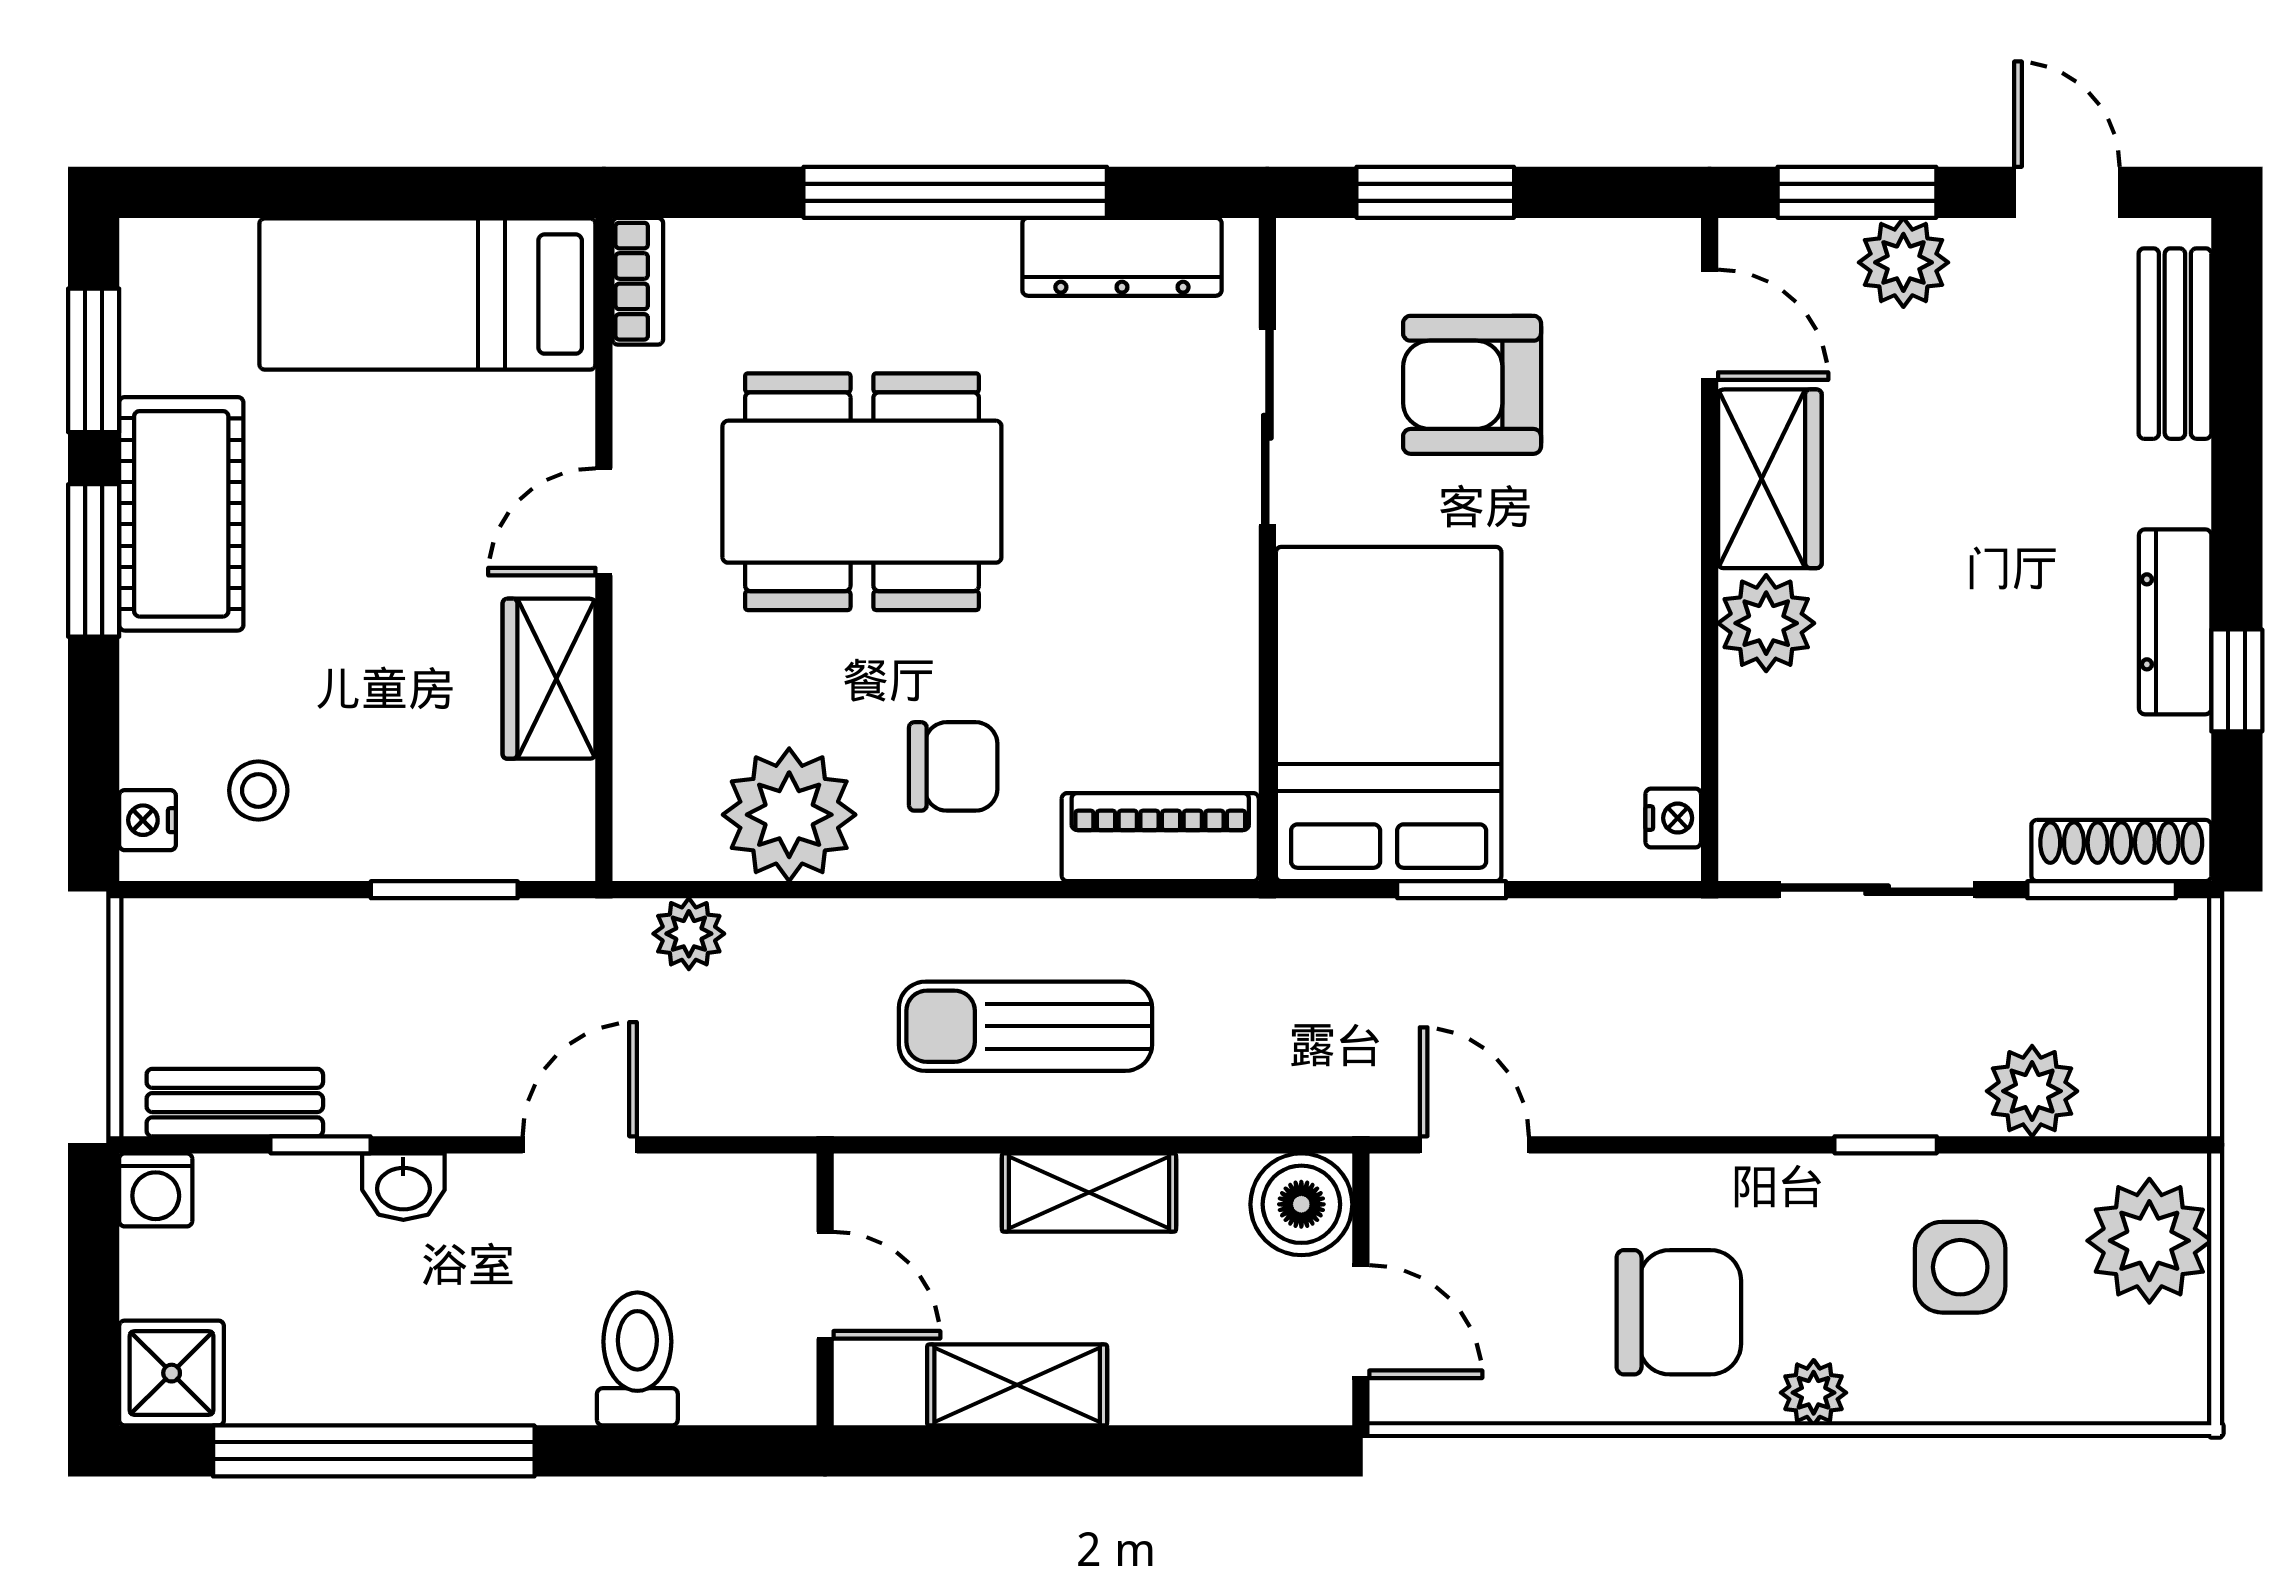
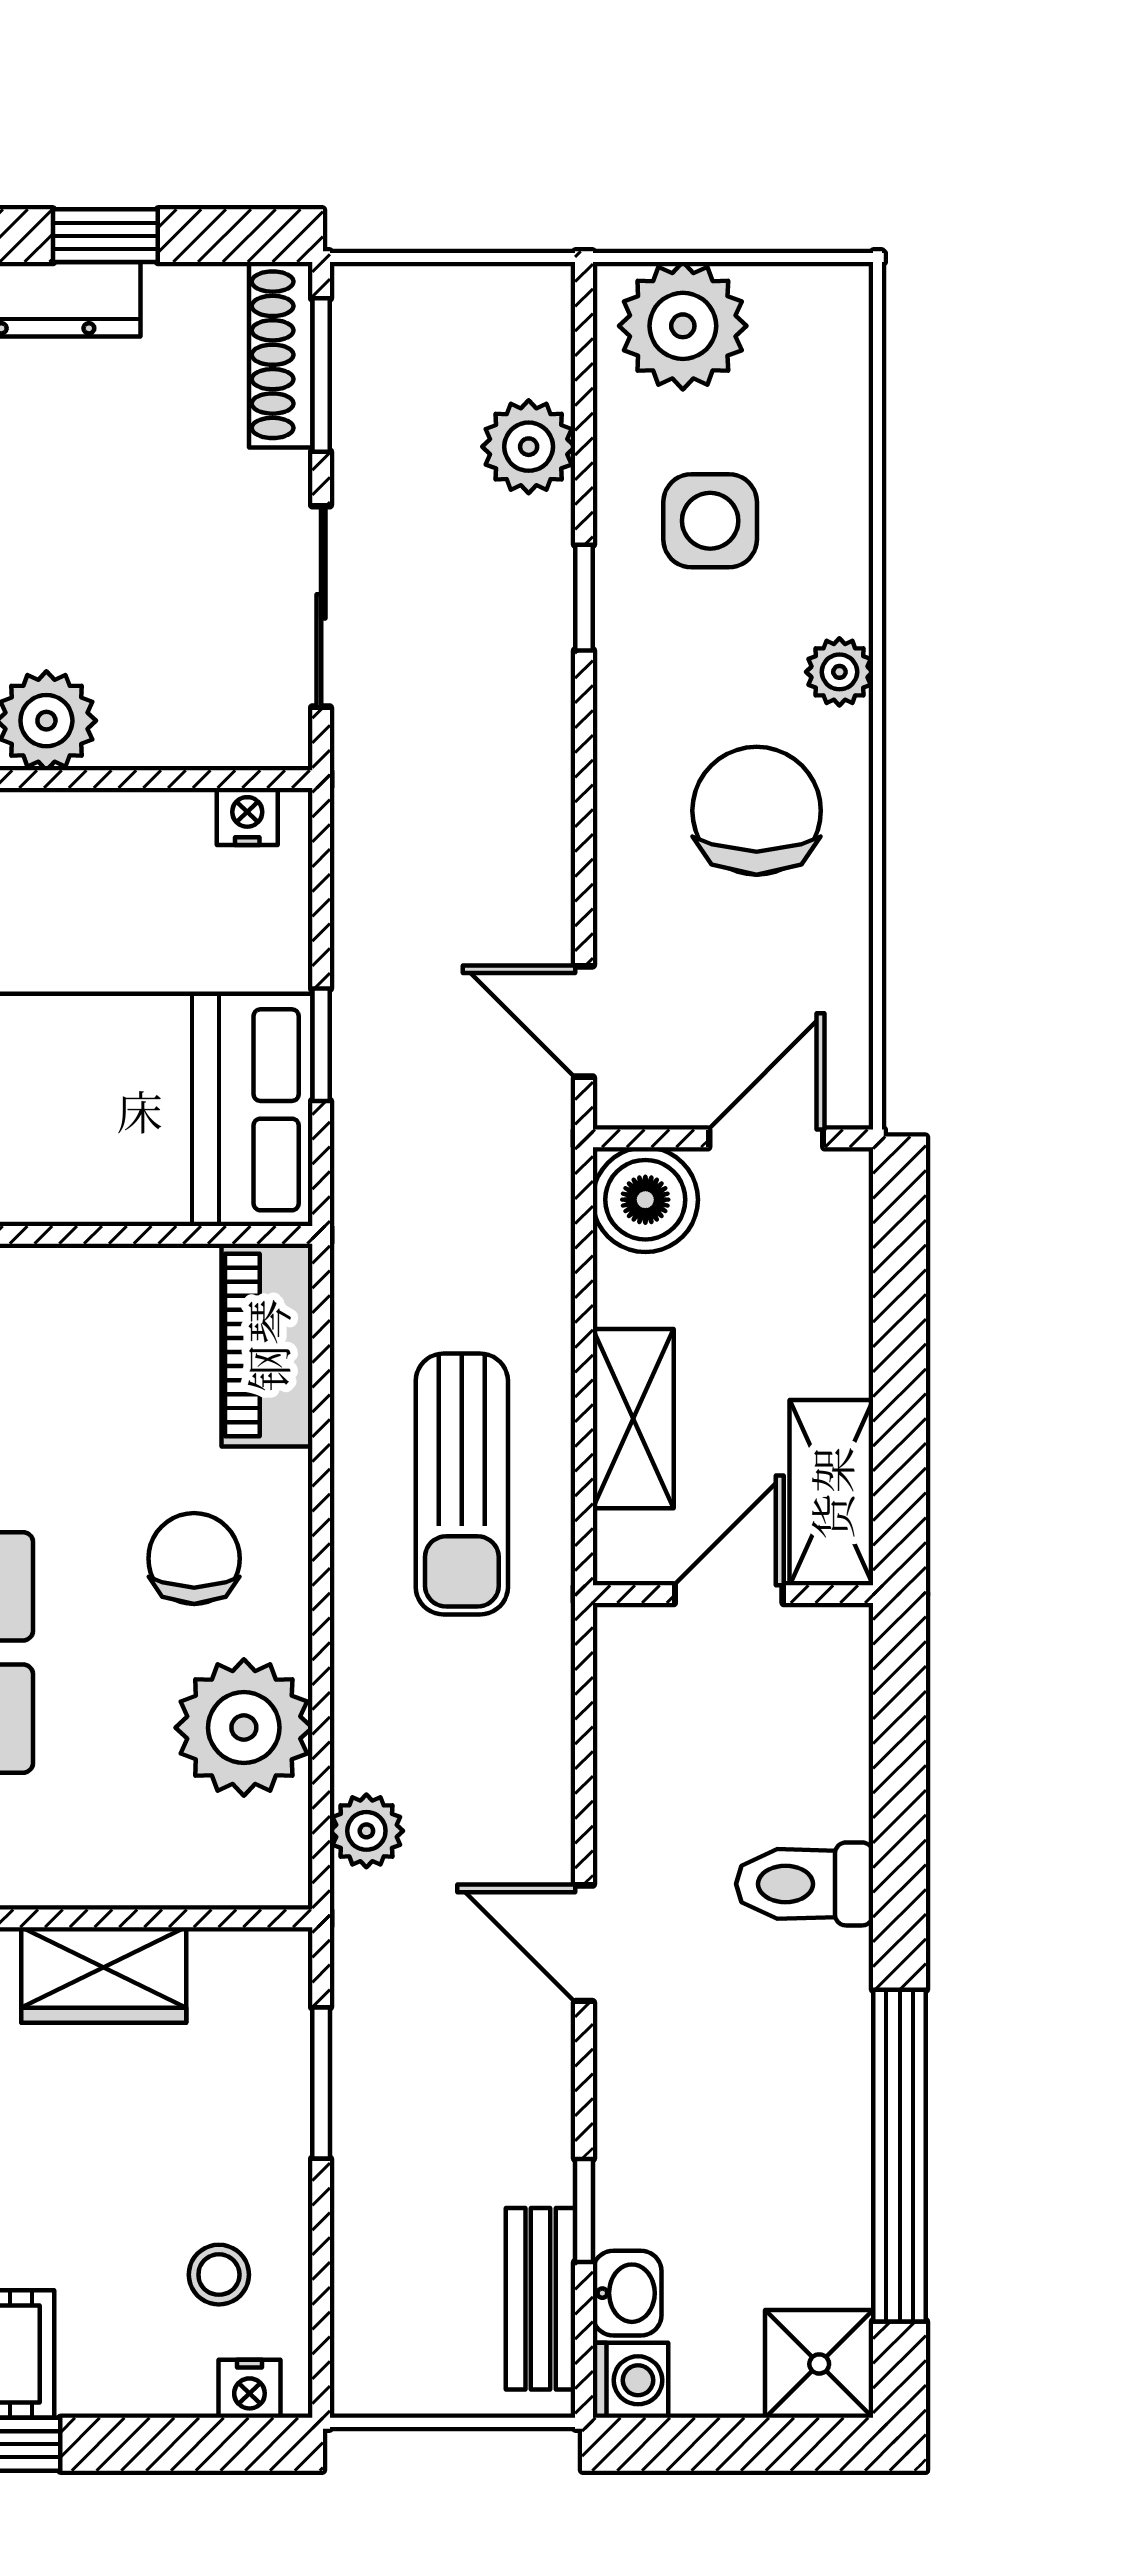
door: (1474, 1145) -> (584, 1021), hinge flipped
washbasin: (403, 1187) -> (627, 2293), moved
door: (825, 1285) -> (729, 1594), moved
wall: (825, 1289) -> (733, 1594), moved

